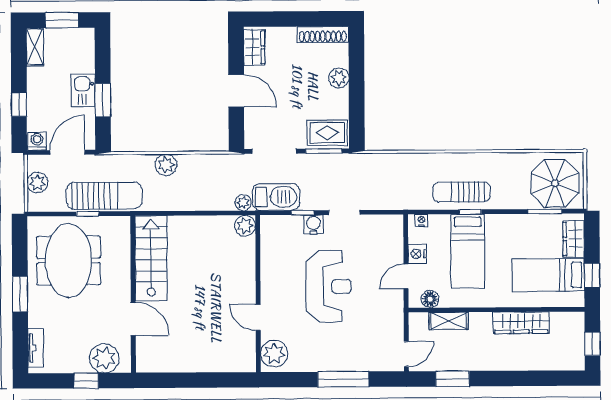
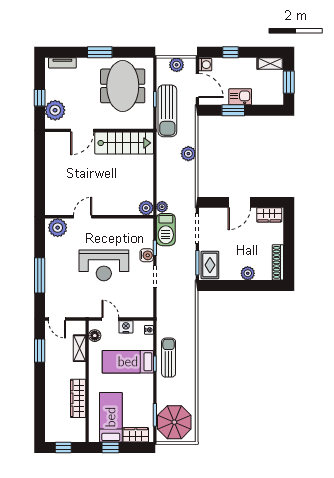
meeting table: (69, 260) -> (123, 86), turned 90

